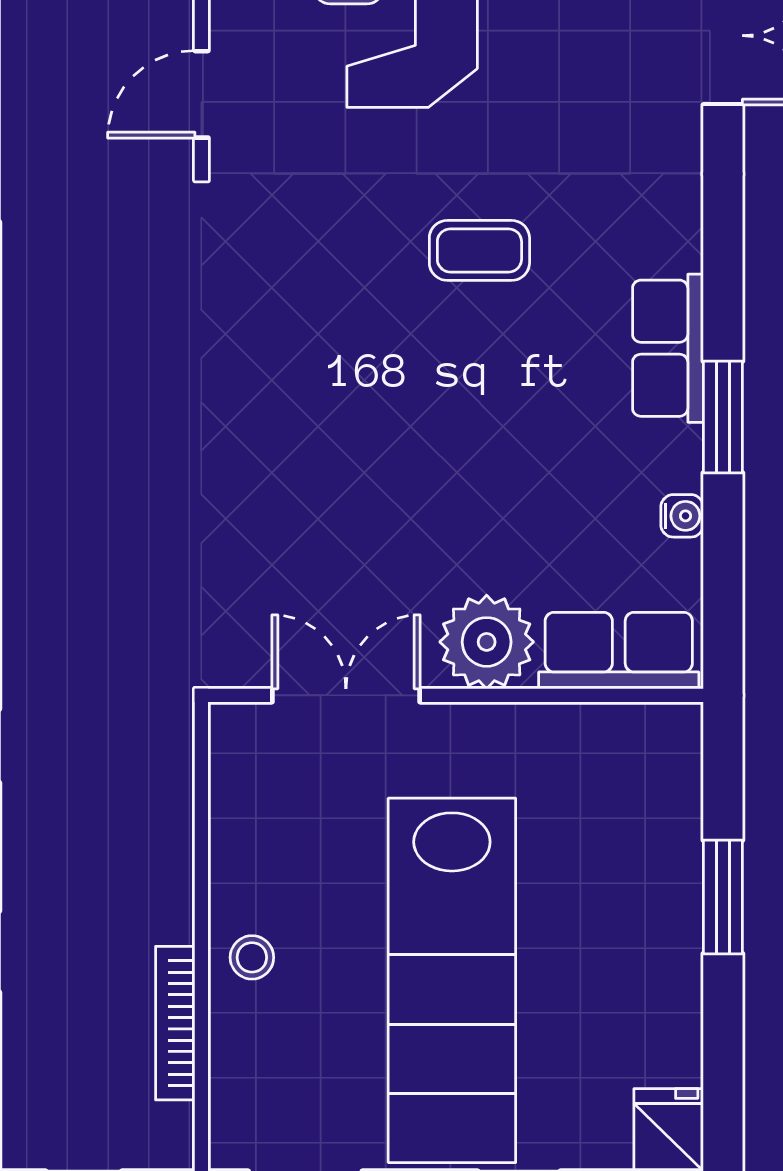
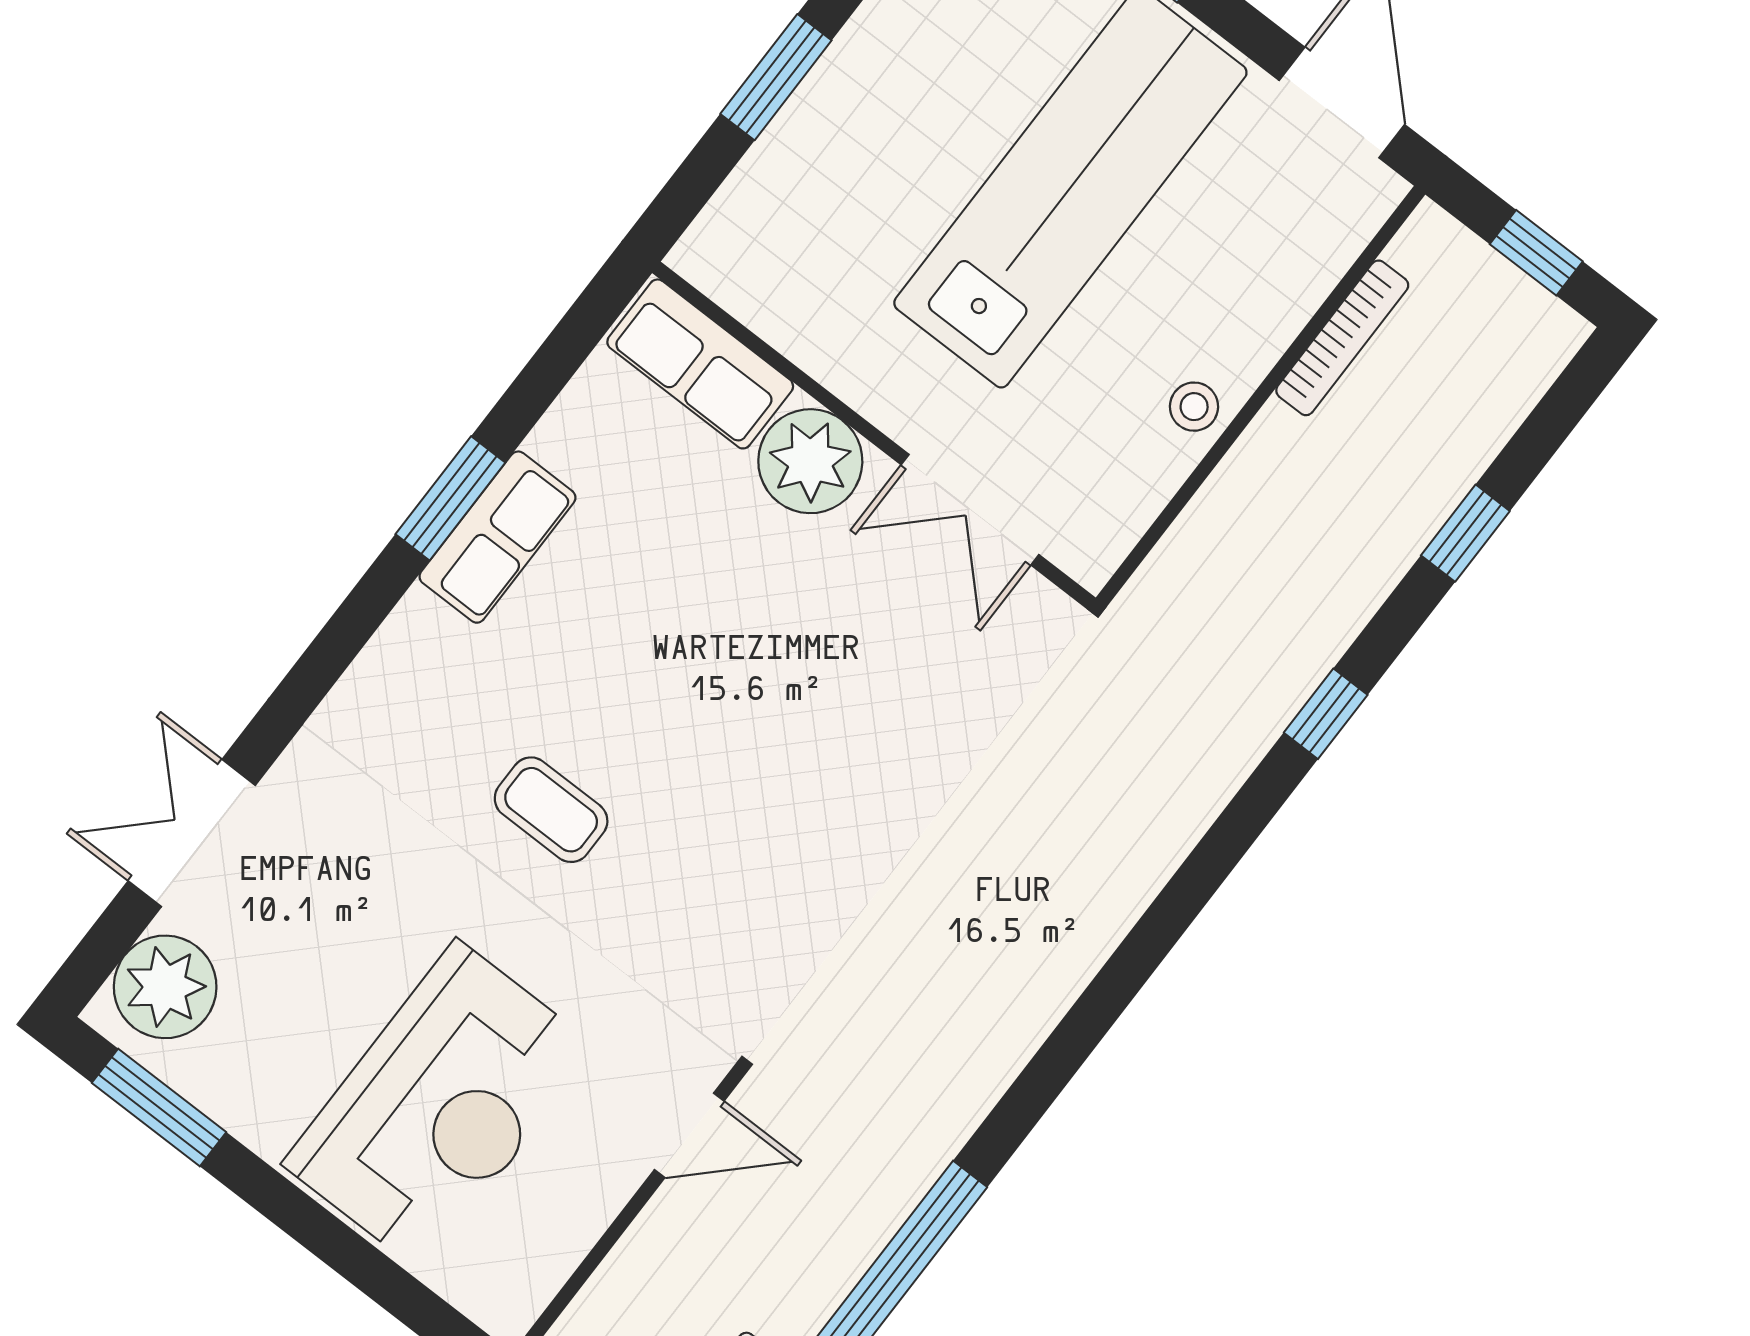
row of seats: (668, 348) -> (498, 537), moved
water cooler: (682, 516) -> (553, 439), removed
stool: (252, 957) -> (1194, 407), moved

